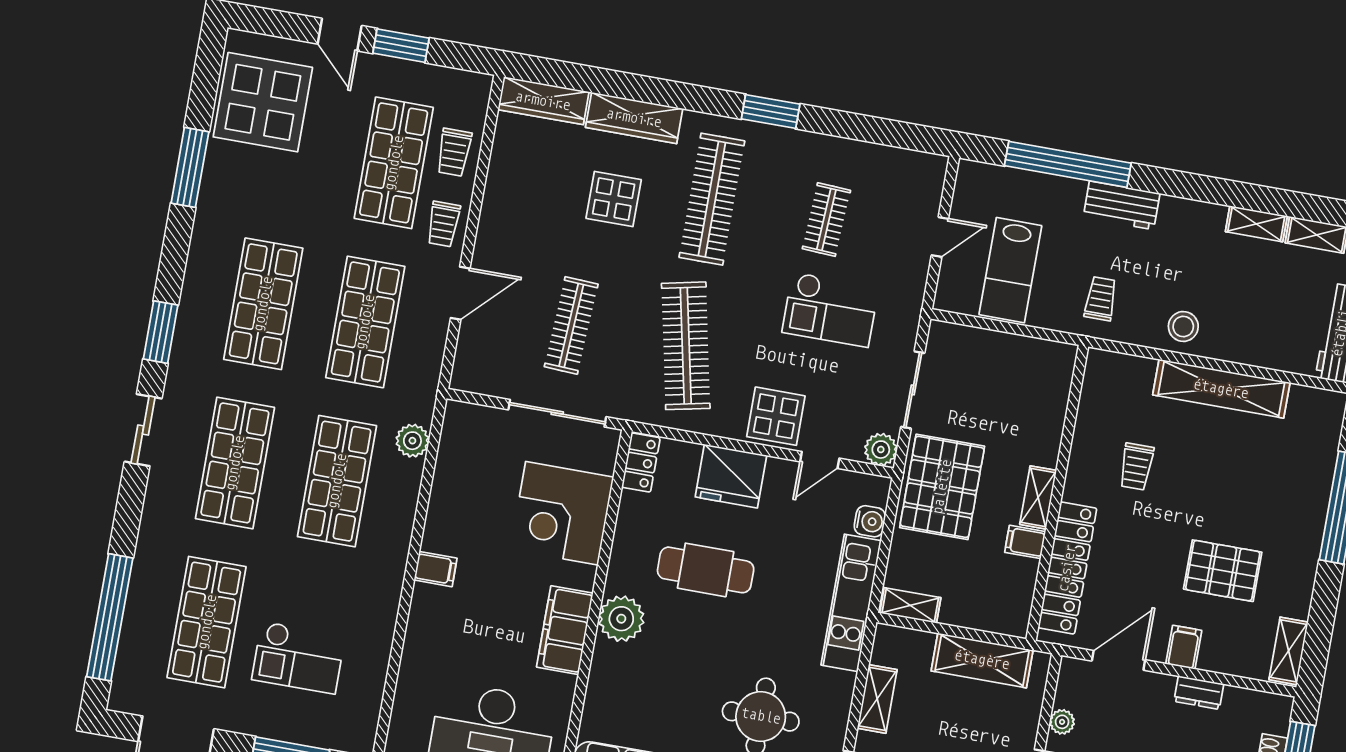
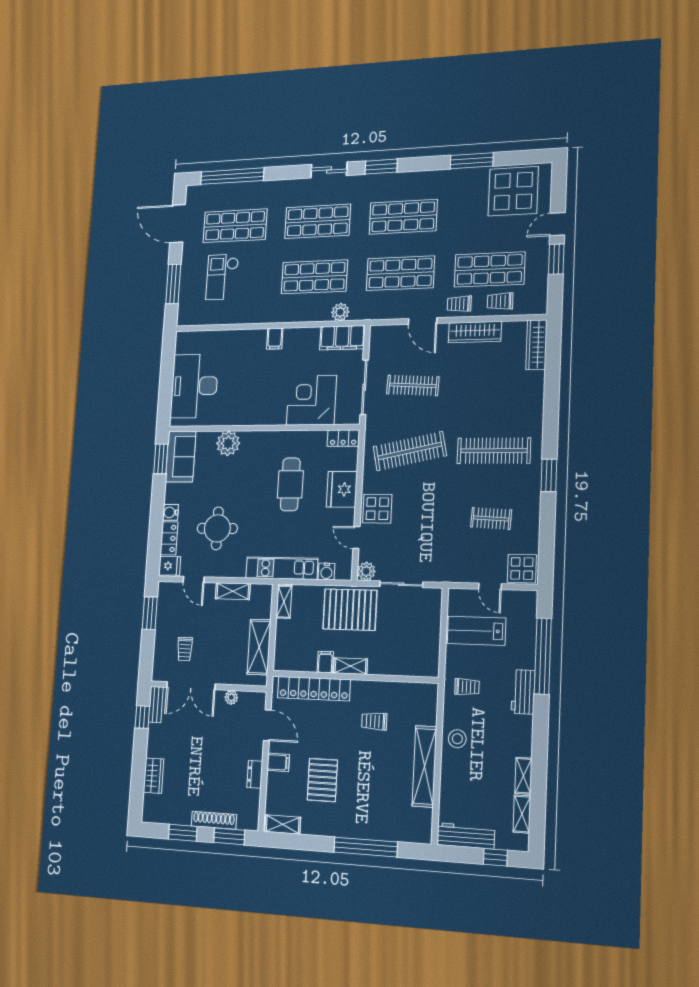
wardrobe: (634, 118) -> (475, 332), moved, turned -90
display table: (614, 199) -> (522, 568), moved
checkout: (830, 310) -> (440, 529), removed
plant: (621, 619) -> (228, 443), moved
filing cabinet: (565, 630) -> (342, 338), moved, turned 180

